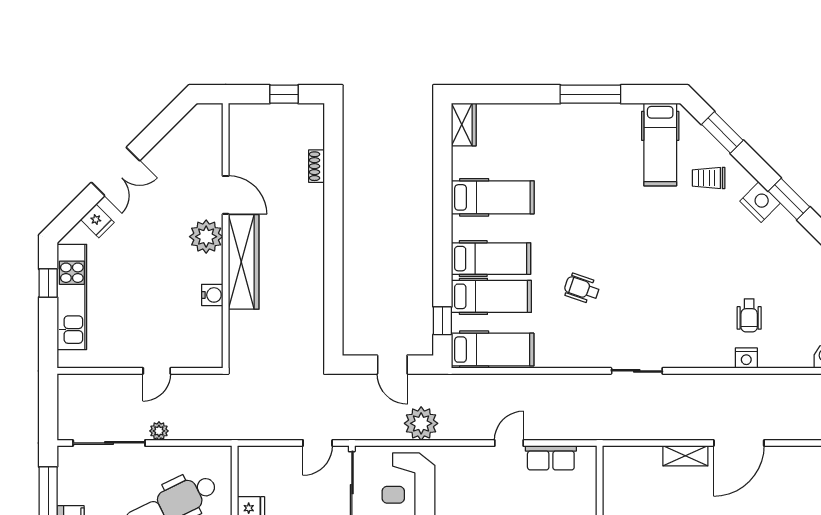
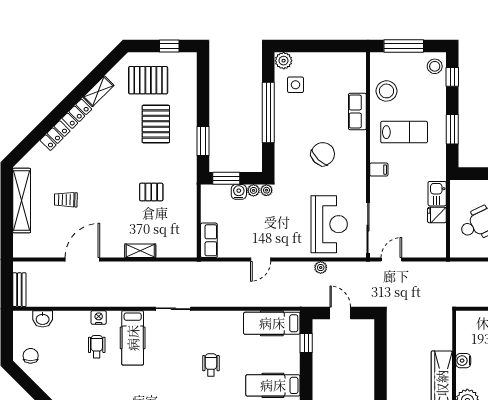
wheelchair: (582, 289) -> (211, 365), turned -109
hospital bed: (491, 296) -> (133, 338), moved, turned -90
plant: (421, 423) -> (321, 267), width x0.53, depth x0.53
door: (739, 443) -> (82, 260), moved
row of seats: (551, 458) -> (209, 240), moved, turned 90

